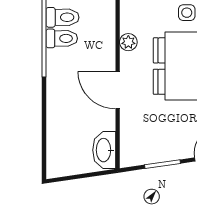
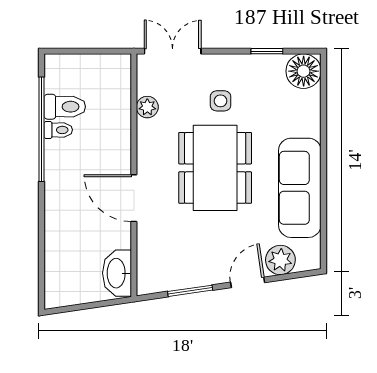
toilet: (62, 38) -> (58, 130), width x0.73, depth x0.72
plant: (128, 42) -> (147, 107), moved

